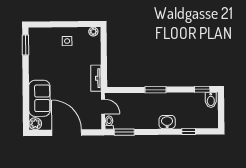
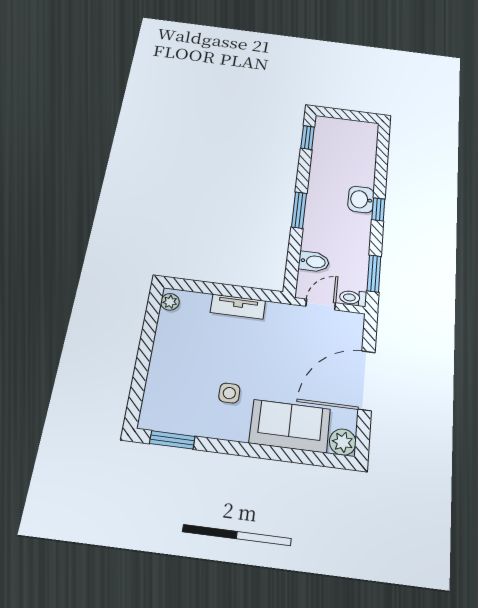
side table: (67, 41) -> (229, 393), moved
tv unit: (96, 78) -> (238, 307), moved
bidet: (211, 100) -> (314, 262), moved
window: (189, 132) -> (378, 209), moved

